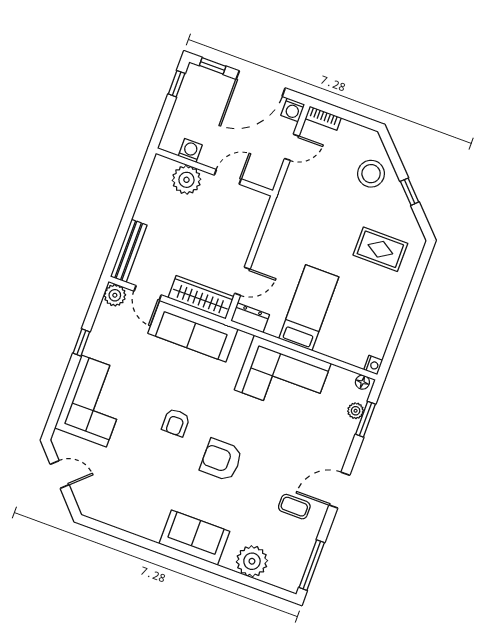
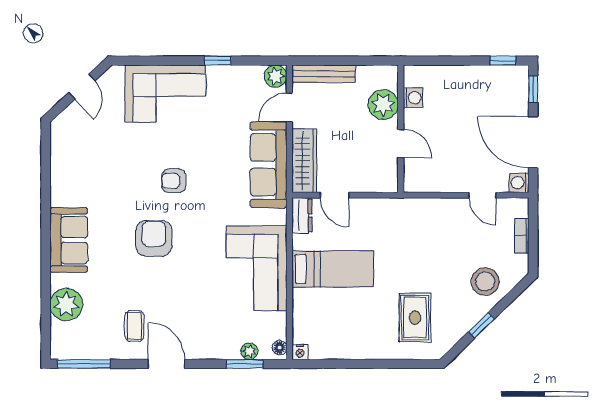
bookcase: (323, 118) -> (522, 236), moved
washing machine: (190, 150) -> (413, 98), moved
wall: (214, 172) -> (401, 129), moved
door: (228, 177) -> (401, 144), moved
plant: (186, 180) -> (383, 105), moved

